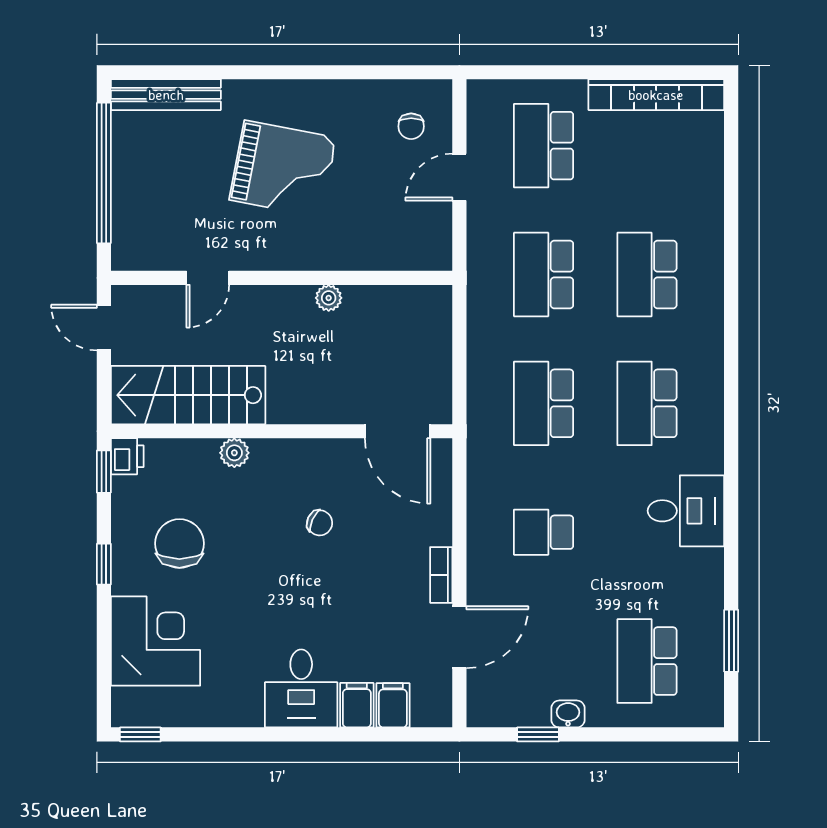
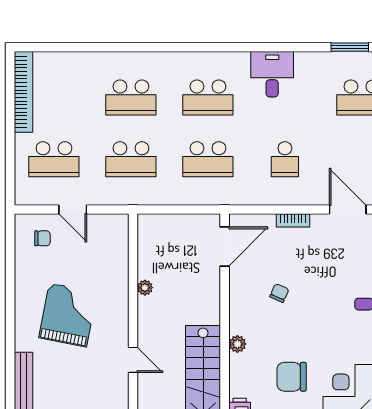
bookcase: (441, 575) -> (293, 220), moved

